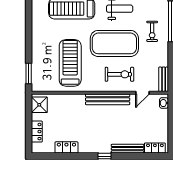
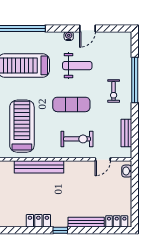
exercise mat: (114, 43) -> (71, 104), width x0.50, depth x0.69
bench: (164, 79) -> (126, 133), moved
bench: (108, 99) -> (39, 167), moved
locker: (66, 147) -> (38, 221), moved

